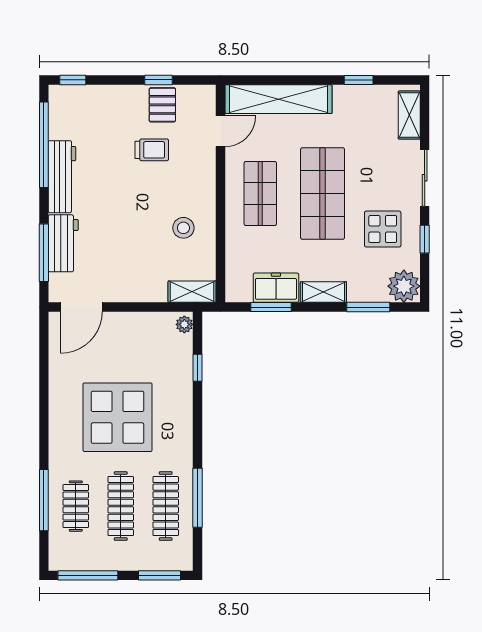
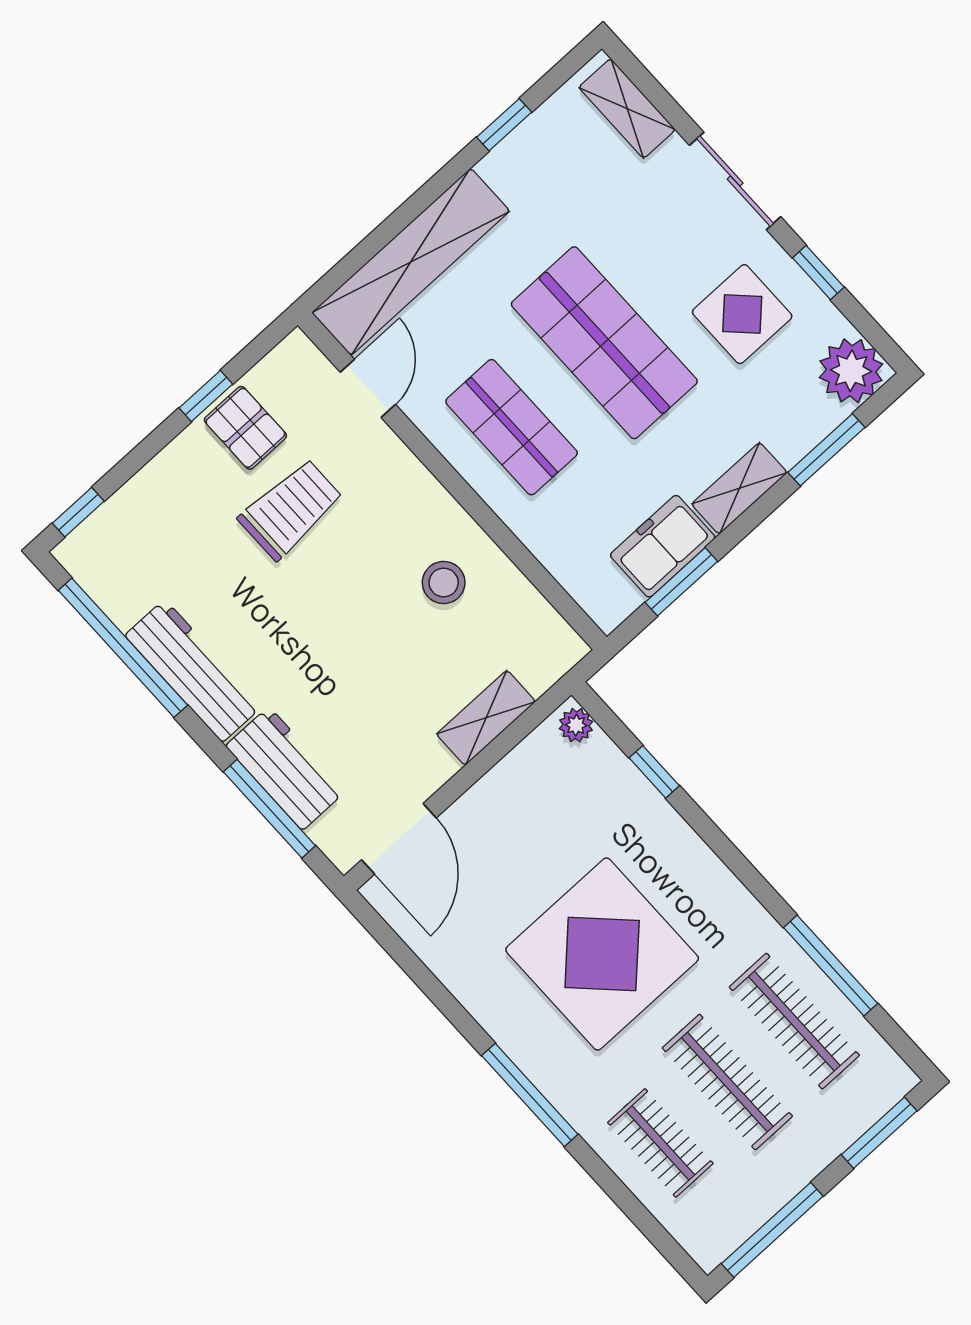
trolley: (152, 150) -> (291, 509), width x1.36, depth x1.39
shelving: (192, 292) -> (486, 718), moved
window: (44, 500) -> (530, 1095), moved

